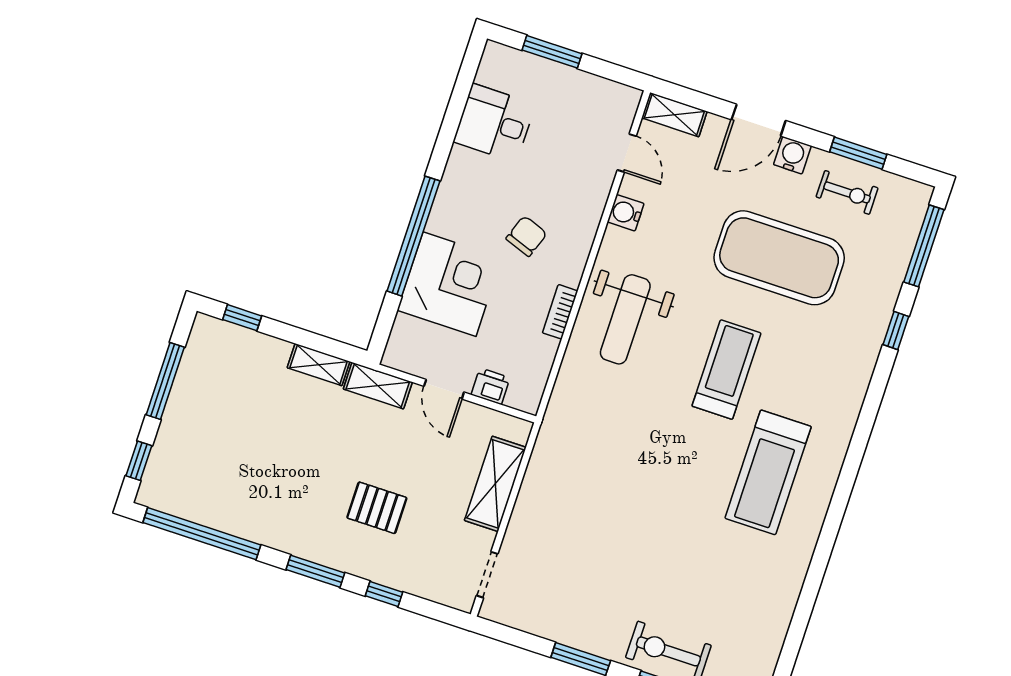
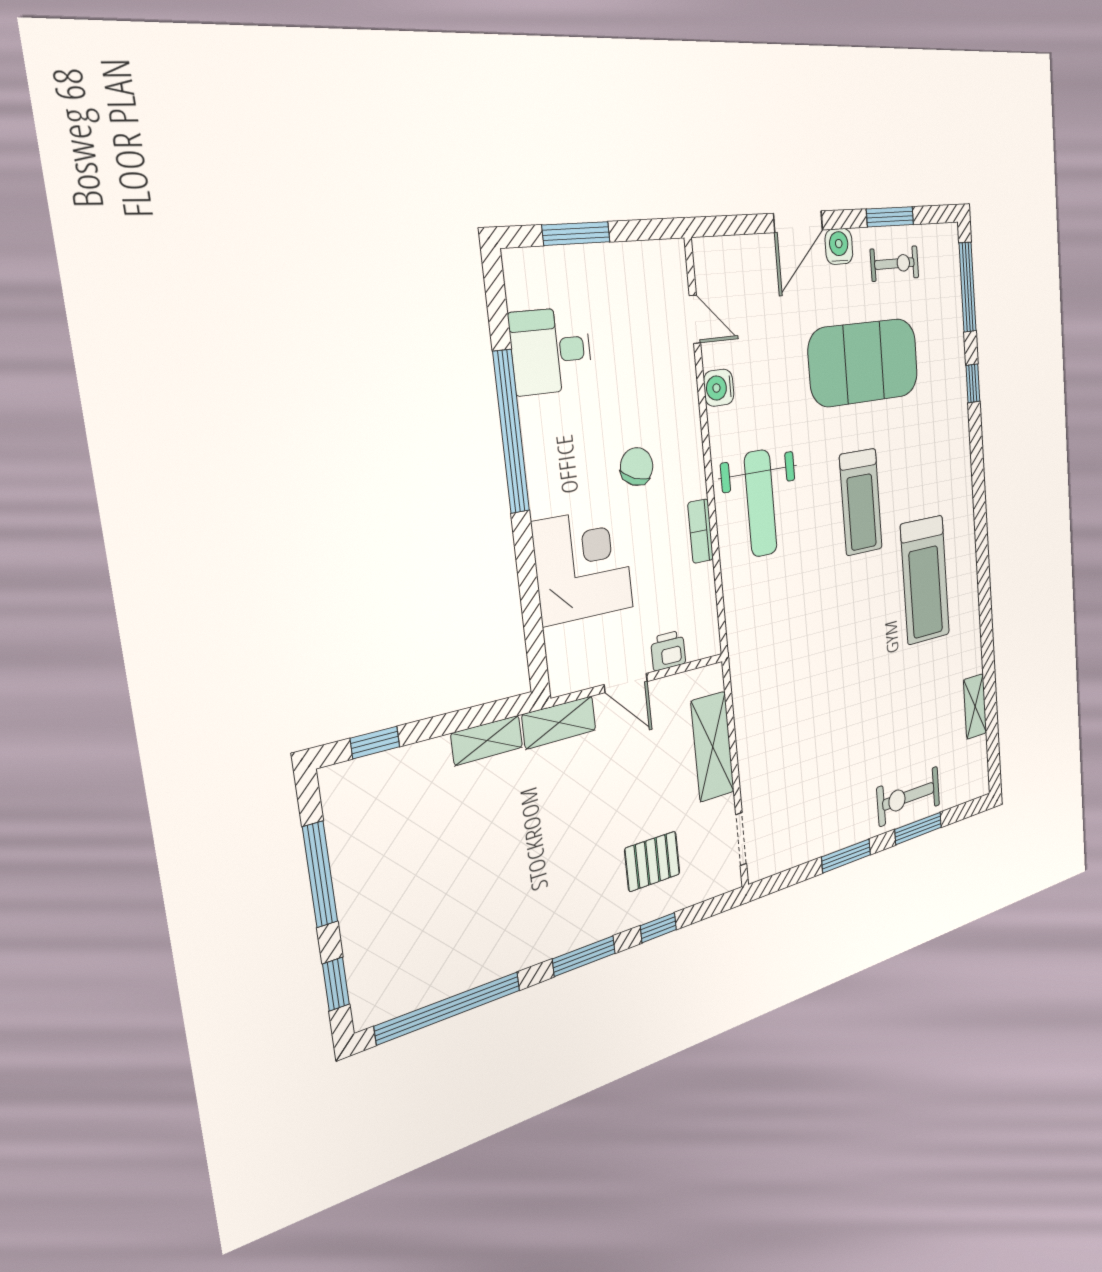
shelving: (674, 115) -> (975, 706), moved, turned 90
window: (413, 236) -> (511, 432), moved
treadmill: (726, 370) -> (861, 502), turned 180
pallet: (377, 508) -> (652, 861), moved

